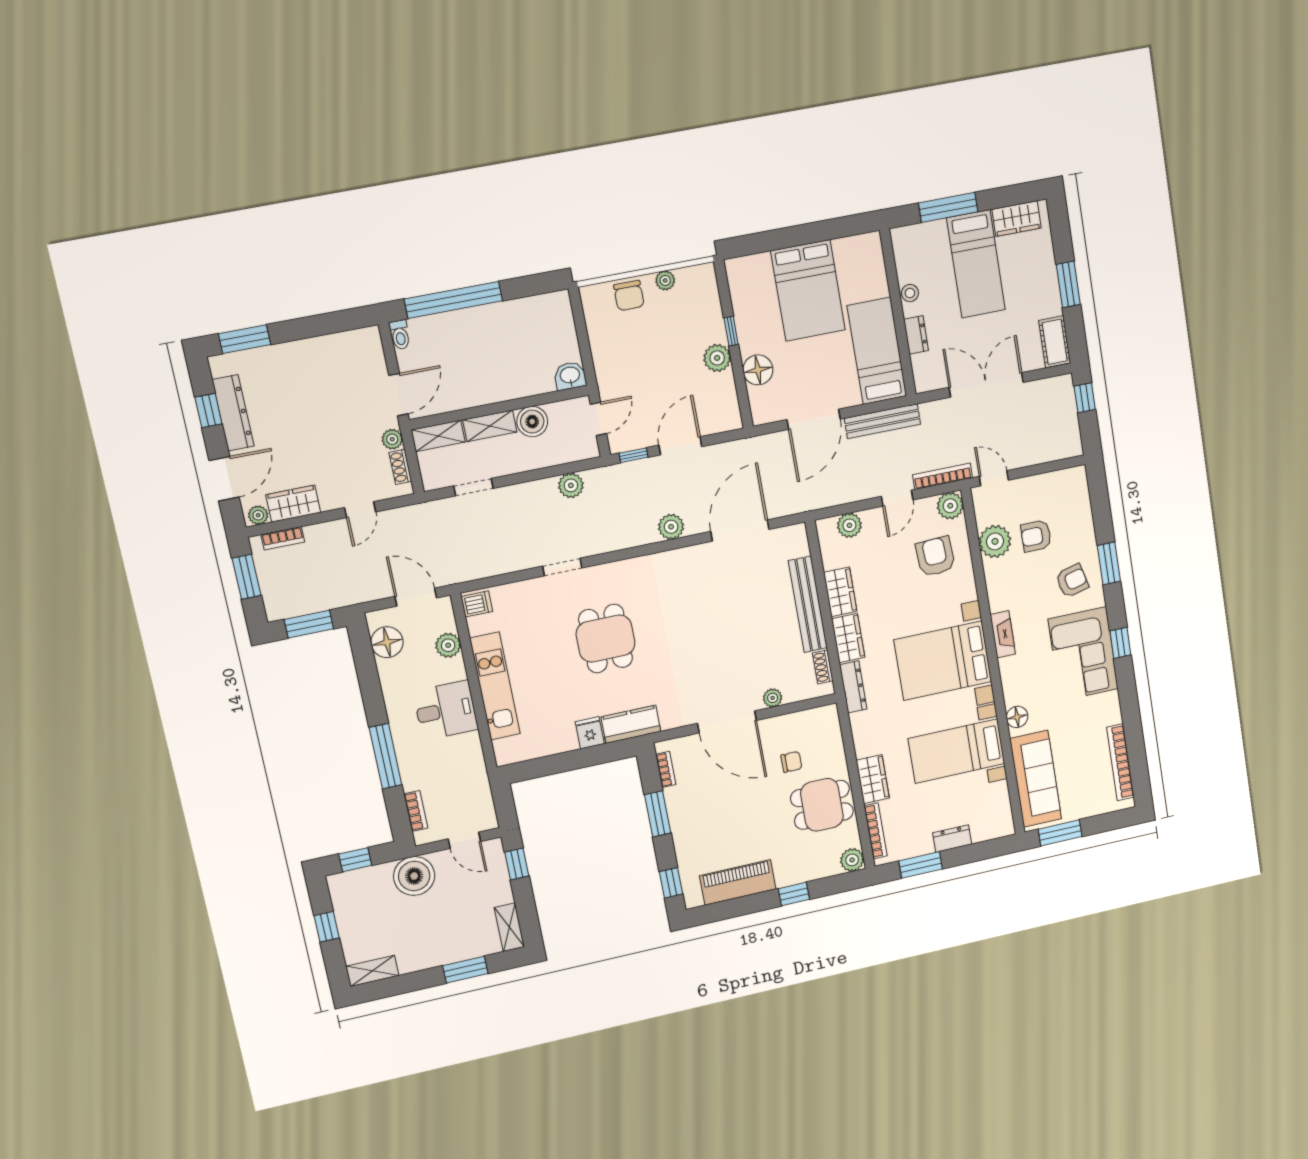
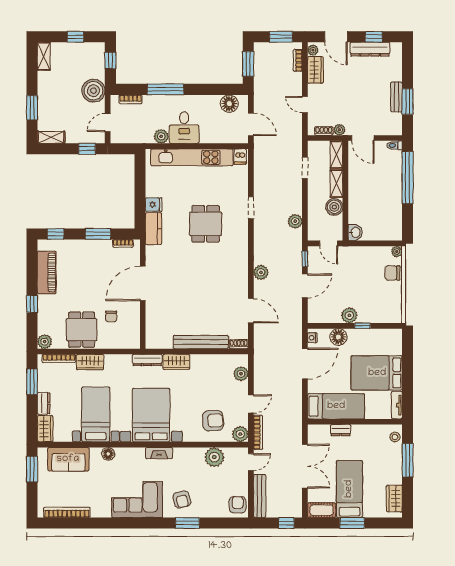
tv unit: (857, 244) -> (397, 405), added
bed: (976, 264) -> (349, 489), moved, turned 90
plant: (665, 280) -> (397, 251), moved
stool: (910, 293) -> (395, 437), moved
window: (245, 339) -> (408, 101), moved
bench: (311, 348) -> (396, 97), added
nightstand: (767, 415) -> (312, 338), added
door: (814, 419) -> (305, 364), swing flipped
bench: (882, 421) -> (260, 496), moved
door: (680, 446) -> (305, 286), hinge flipped
door: (897, 498) -> (251, 404), swing flipped
door: (740, 530) -> (251, 311), width x0.73
armchair: (1036, 536) -> (238, 505), moved
wardrobe: (840, 592) -> (45, 429), moved, turned -90
door: (416, 597) -> (251, 124), hinge flipped
dining table: (606, 639) -> (206, 224), turned 90
window: (1120, 643) -> (139, 523), removed
plant: (448, 645) -> (161, 136), moved
shoe rack: (823, 667) -> (239, 344), moved
kitchen unit: (495, 686) -> (192, 157), width x1.36
plant: (773, 698) -> (151, 312), removed
sofa: (1036, 779) -> (68, 459), width x0.73

